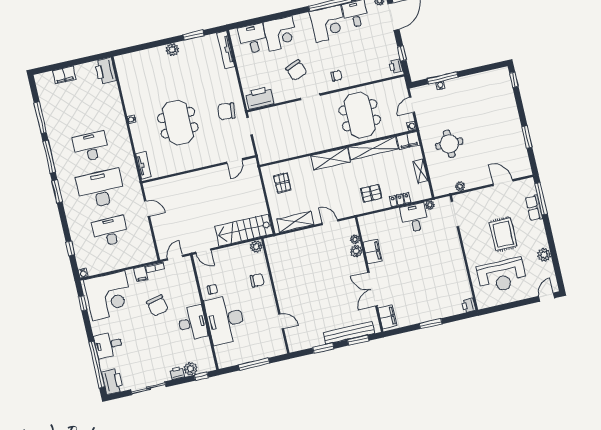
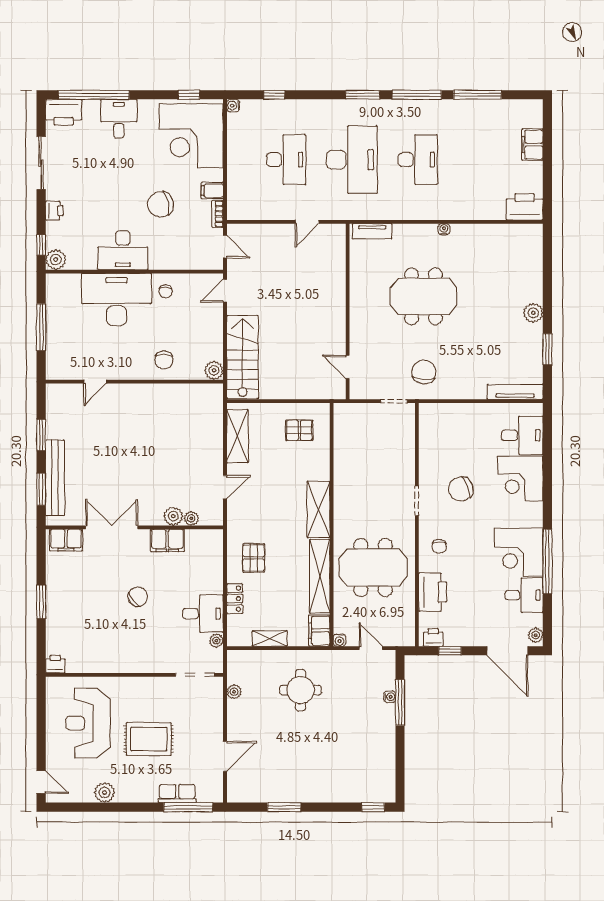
printer: (260, 98) -> (433, 592), moved
chair: (413, 262) -> (138, 597), added
plant: (191, 369) -> (56, 260), moved

